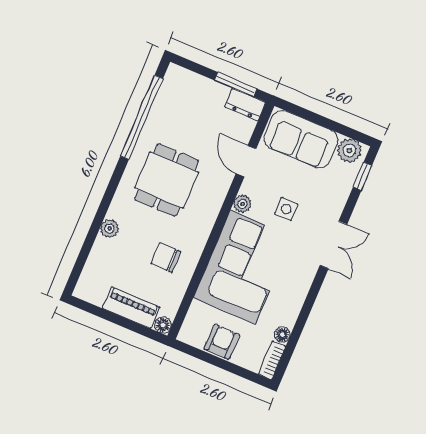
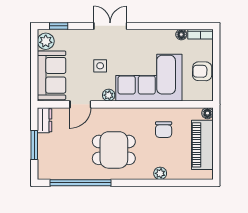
window: (236, 85) -> (34, 145), moved
piano: (131, 308) -> (202, 145), width x1.37, depth x1.33

